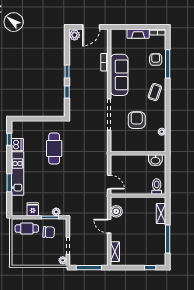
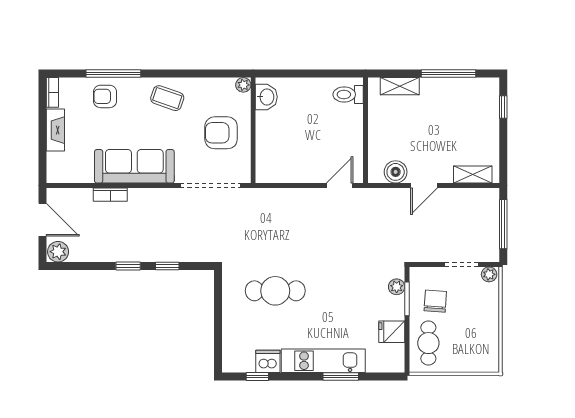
wall: (138, 153) -> (253, 130), moved
washbasin: (155, 160) -> (266, 97), moved

